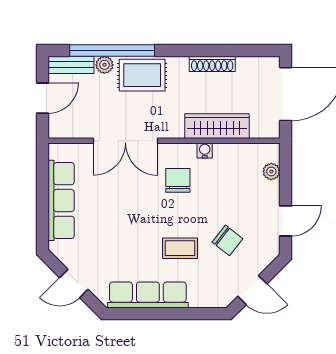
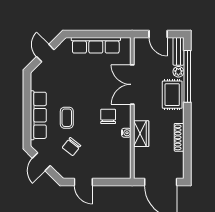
wardrobe: (217, 126) -> (141, 134), width x0.67
plant: (271, 171) -> (113, 173), removed
chair: (178, 180) -> (108, 116), turned -90
row of seats: (148, 295) -> (38, 115), moved

